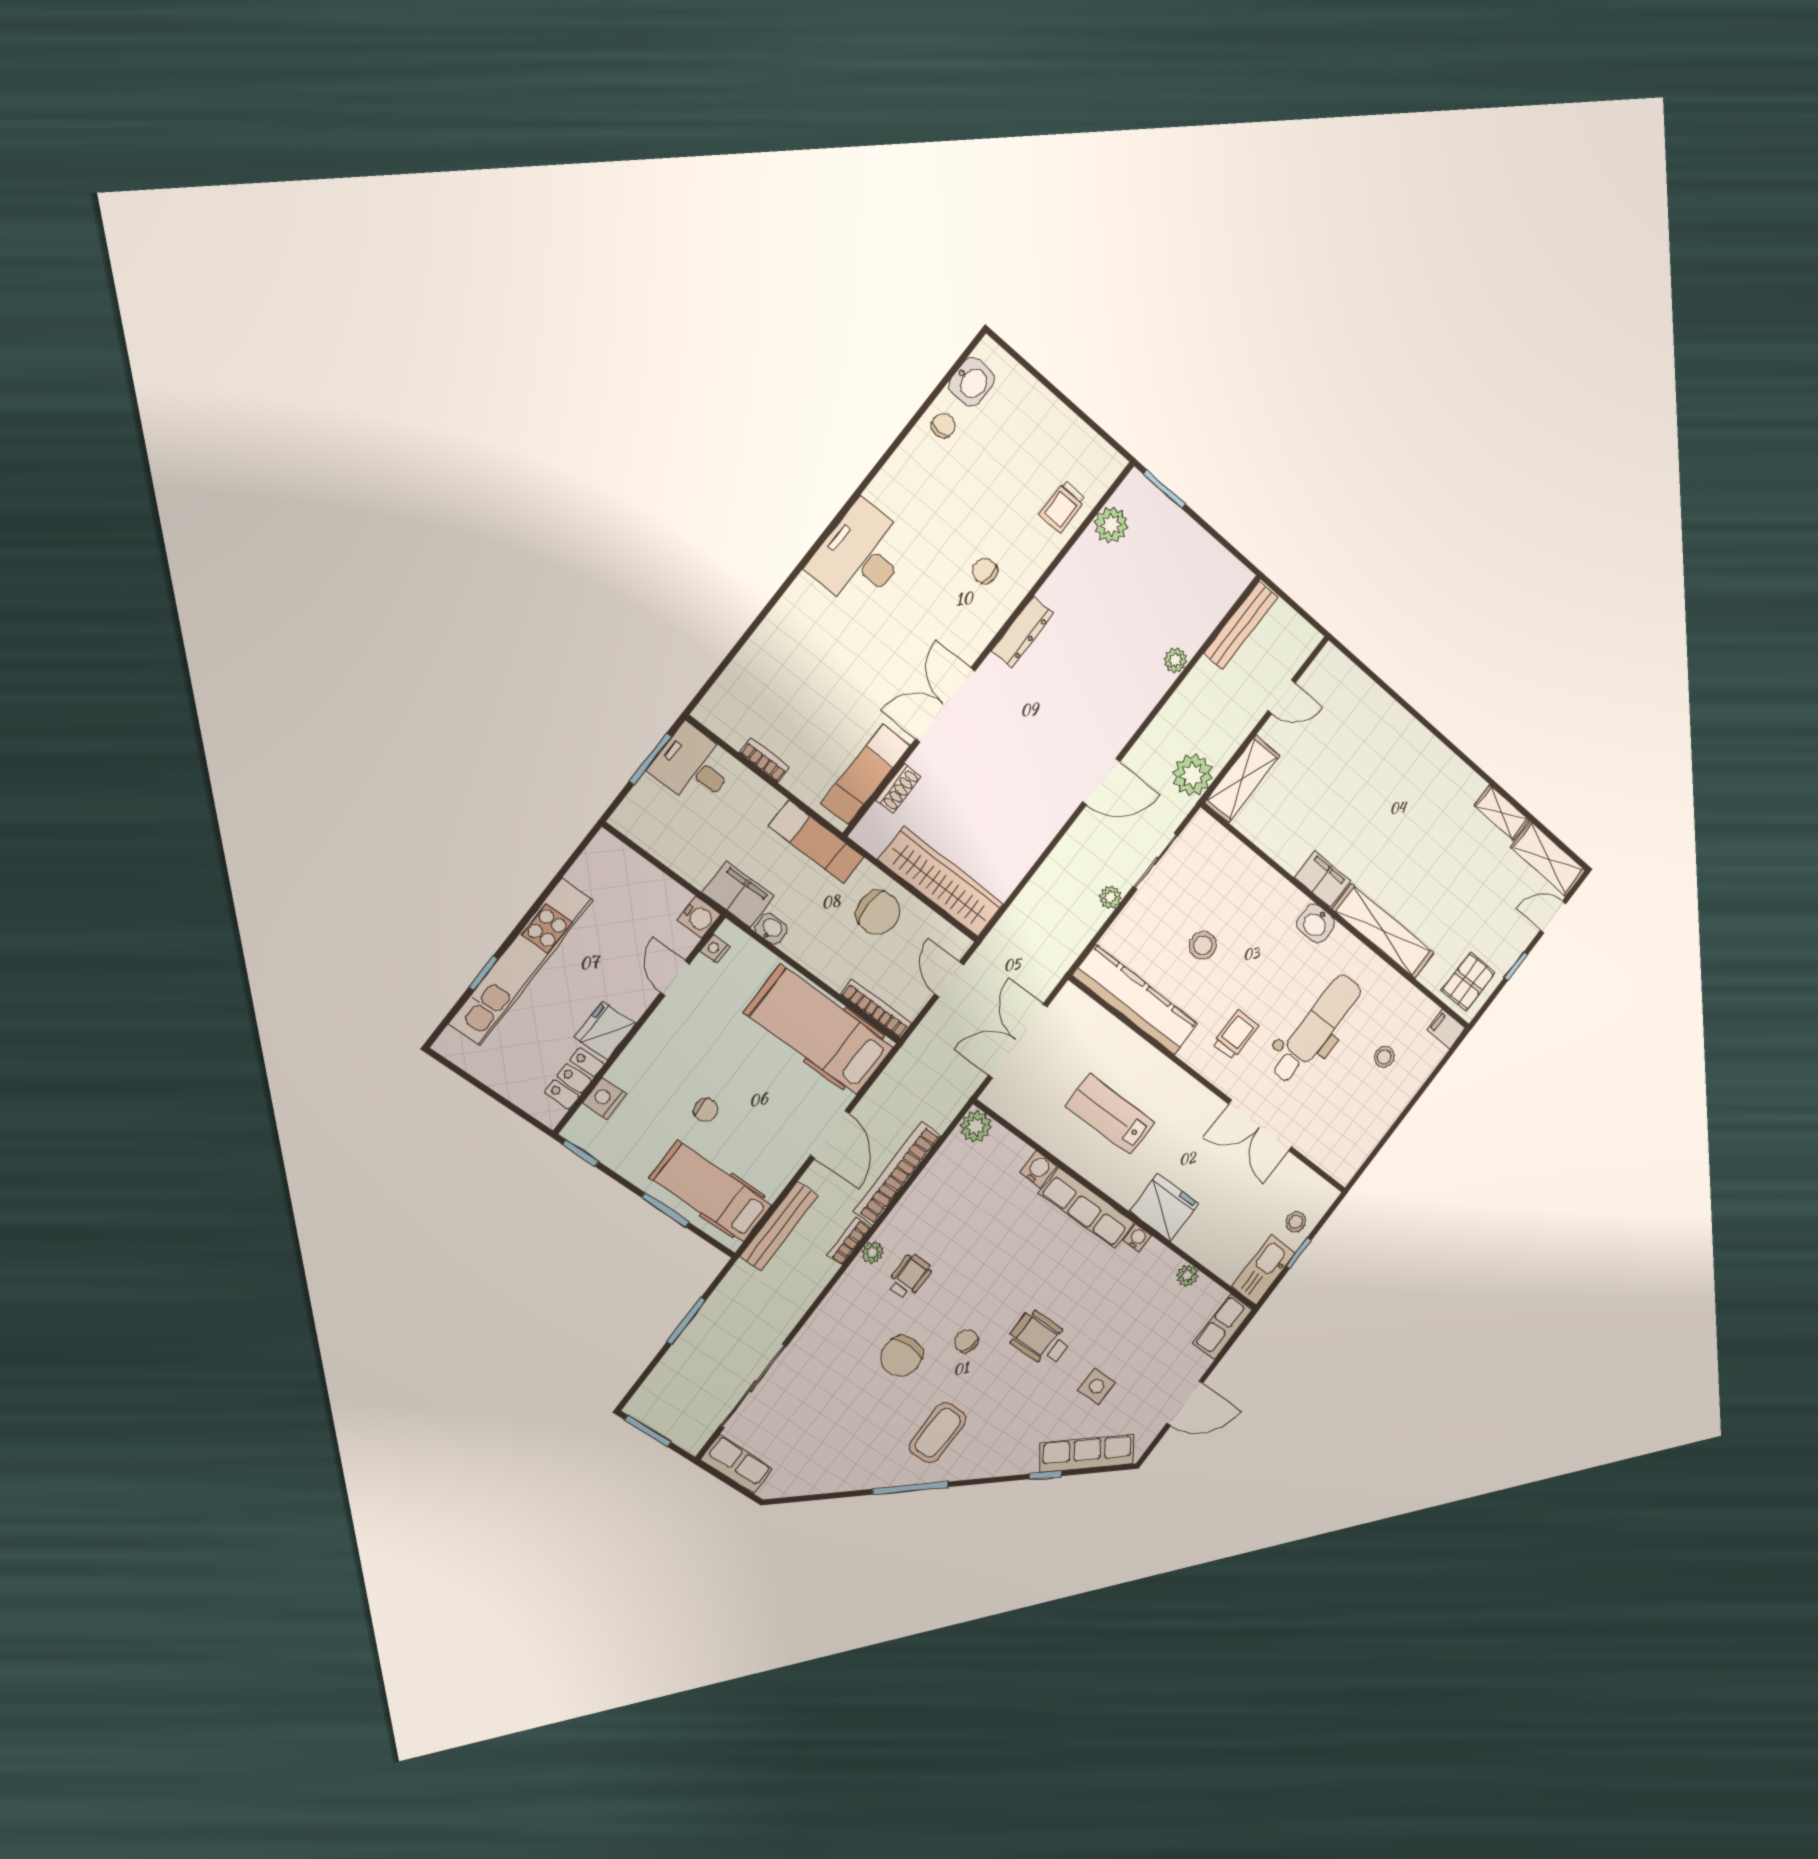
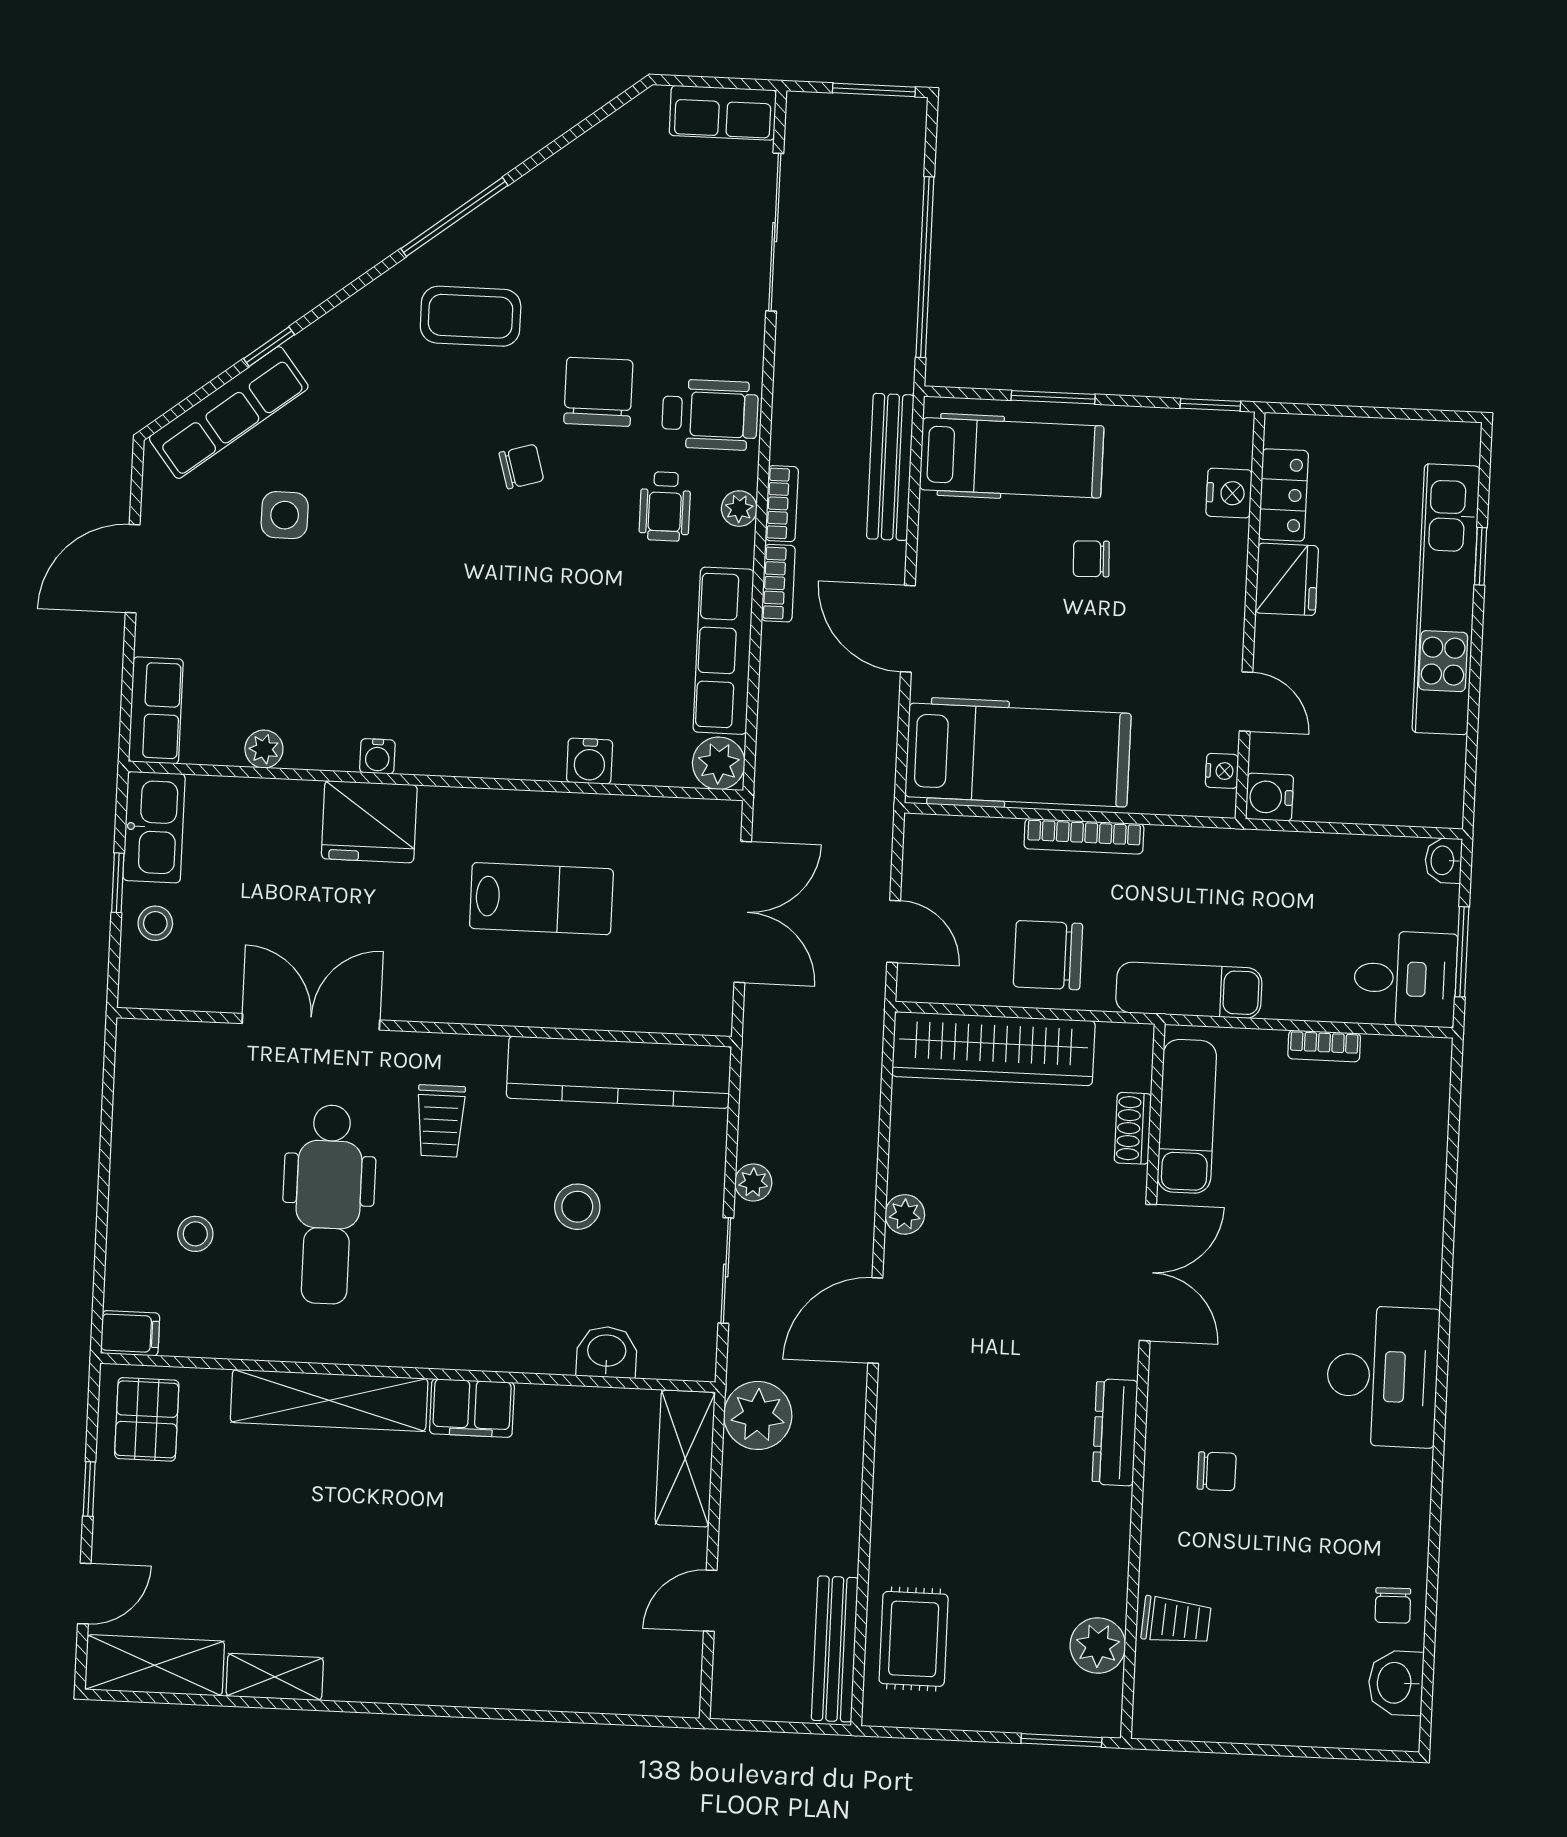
trolley: (1062, 507) -> (1176, 1621), turned 94
rug: (1199, 601) -> (914, 1639), added
plant: (1176, 660) -> (905, 1214), moved
filing cabinet: (738, 895) -> (1240, 858), removed
washbasin: (1316, 923) -> (607, 1352), moved
washbasin: (771, 929) -> (1443, 860), moved, turned 90
bookcase: (876, 1009) -> (1084, 836), moved
bookcase: (897, 1174) -> (778, 583), width x0.43, depth x0.76
row of seats: (1087, 1208) -> (724, 651), moved, turned -90
window: (686, 1321) -> (925, 267), width x2.11
wheelchair: (1040, 1339) -> (710, 415), moved
chair: (966, 1341) -> (521, 467), turned -31
coffee table: (938, 1433) -> (471, 316), turned 90

